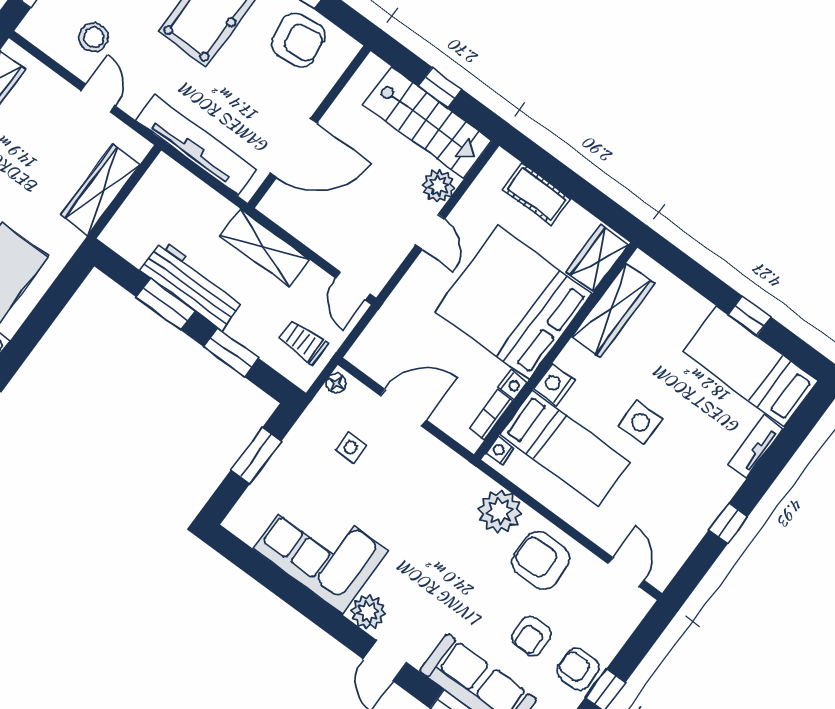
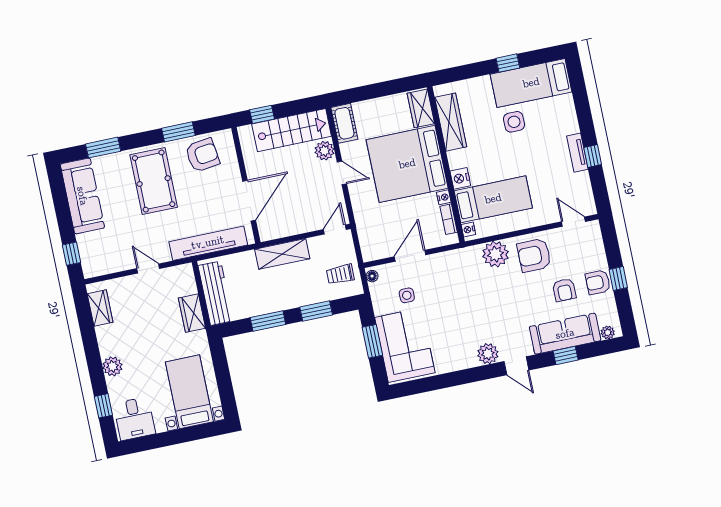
stool: (93, 37) -> (119, 246), removed
window: (440, 88) -> (262, 114), moved
wardrobe: (100, 190) -> (192, 313), width x0.67
cot: (537, 194) -> (344, 123), moved, turned 90
workbench: (192, 285) -> (216, 293), moved, turned 90
door: (353, 286) -> (335, 230), swing flipped
side table: (640, 422) -> (514, 122), moved
tv unit: (755, 447) -> (577, 153), moved
corner sofa: (321, 550) -> (405, 345), moved, turned 90

